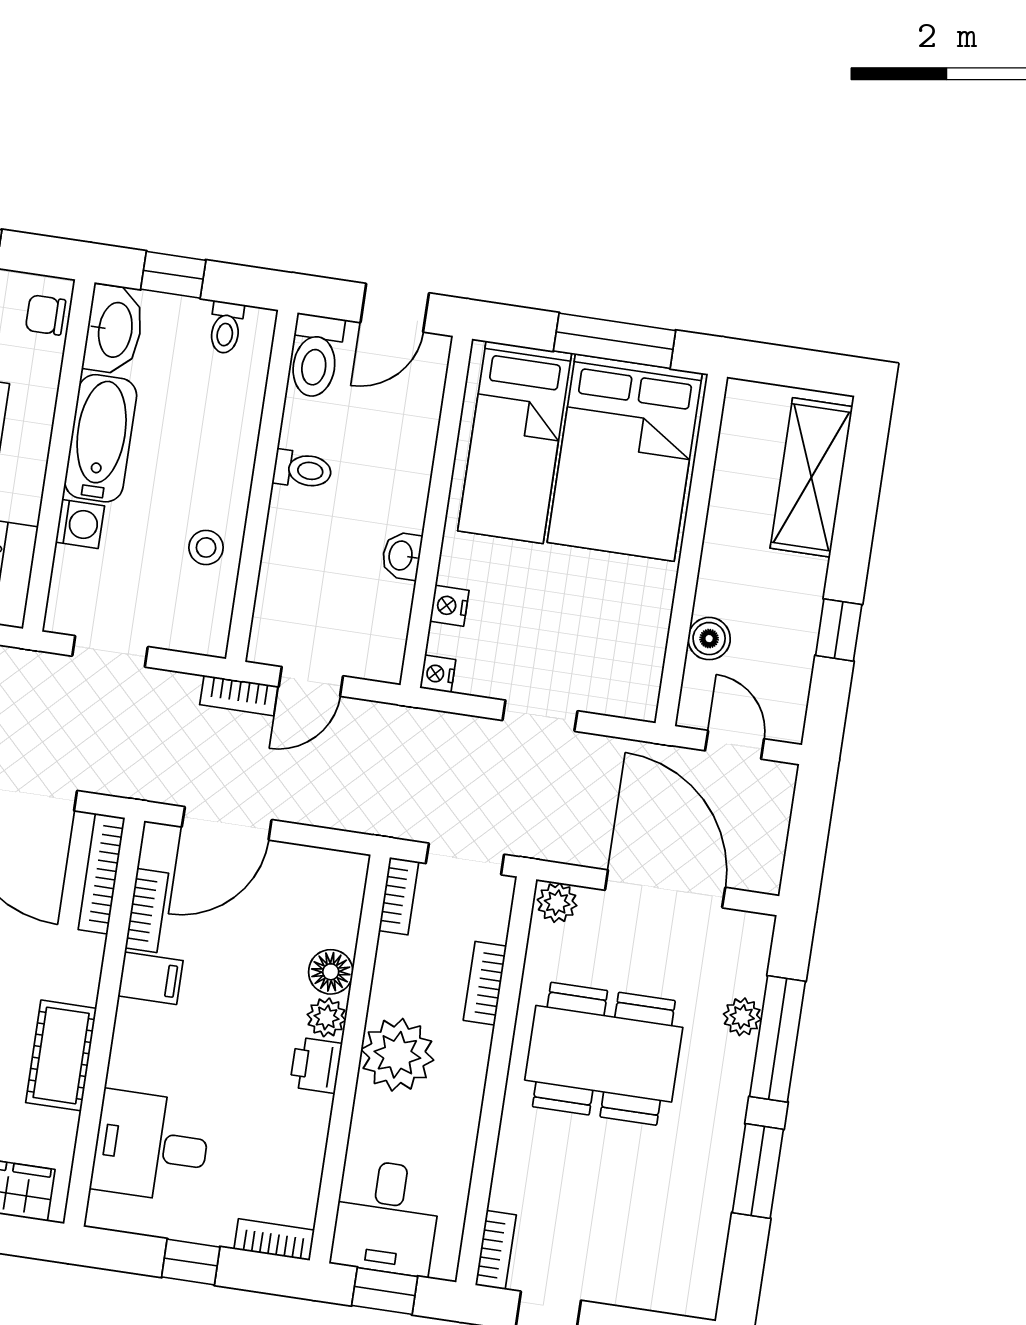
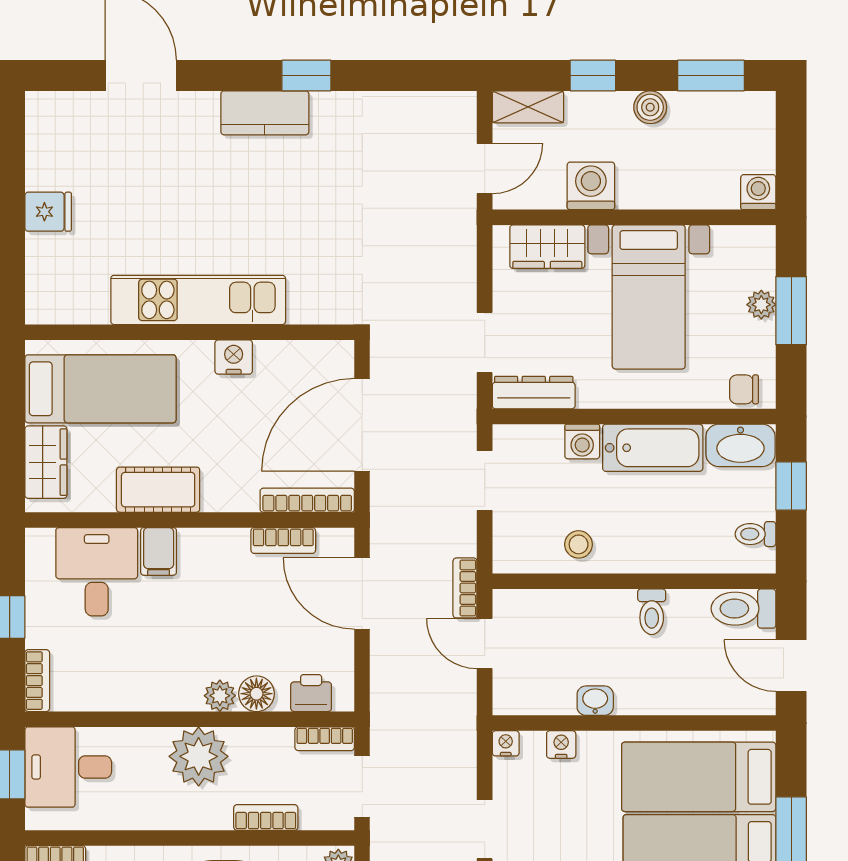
chair: (45, 315) -> (744, 389), turned -90
filing cabinet: (151, 978) -> (159, 551), moved
printer: (316, 1065) -> (311, 693), moved

